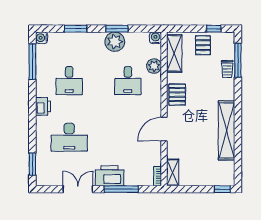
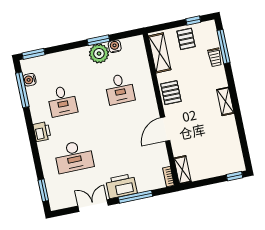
window: (76, 29) -> (34, 54), moved
water cooler: (42, 38) -> (30, 80), moved
water cooler: (155, 38) -> (115, 46), moved
plant: (154, 66) -> (142, 69), removed
shelving: (227, 130) -> (225, 101), width x0.45, depth x0.75

